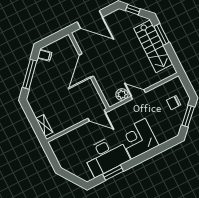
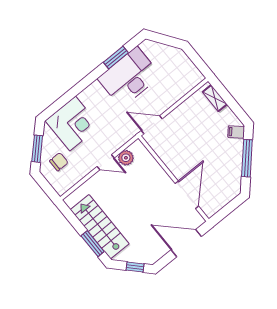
filing cabinet: (45, 55) -> (236, 132), moved
door: (86, 66) -> (187, 195), moved
corner desk: (138, 139) -> (73, 124), moved

